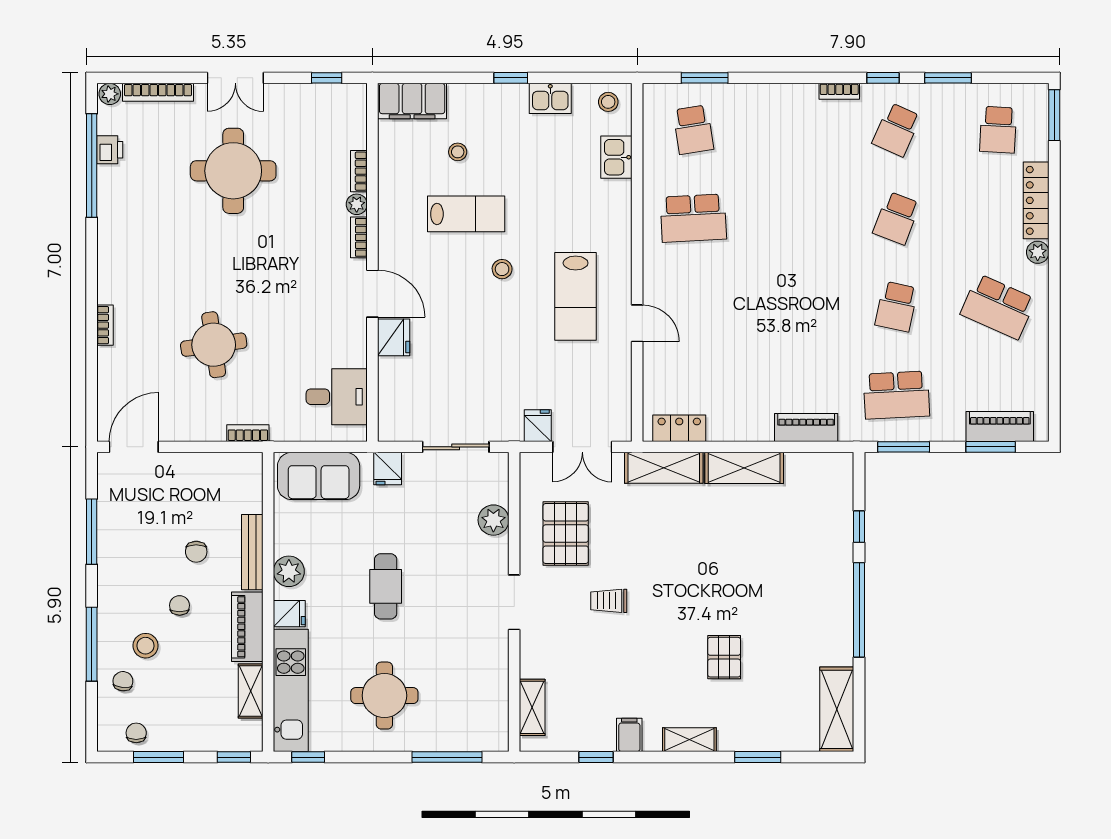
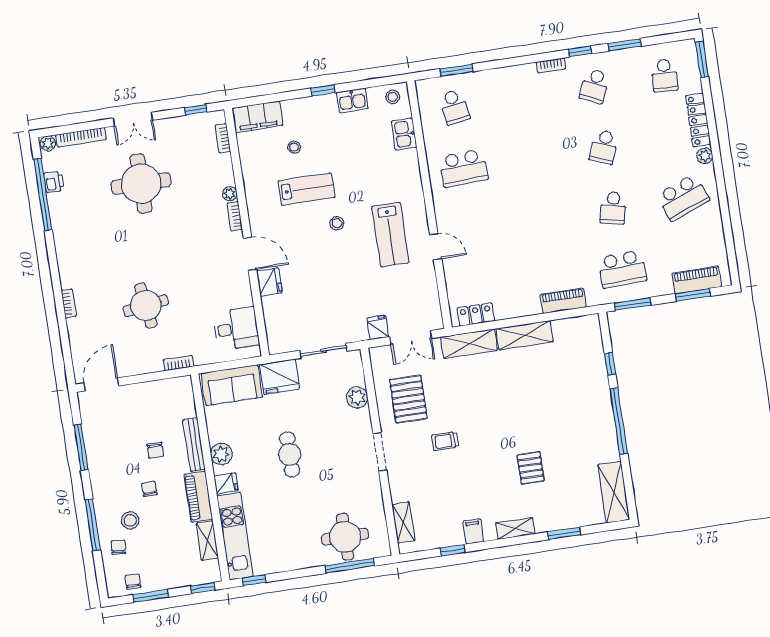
bookcase: (359, 171) -> (223, 138), moved
school desk: (998, 307) -> (683, 197), turned -45
fridge: (388, 469) -> (279, 377), width x1.88, depth x1.34
round table: (384, 696) -> (345, 537), moved

